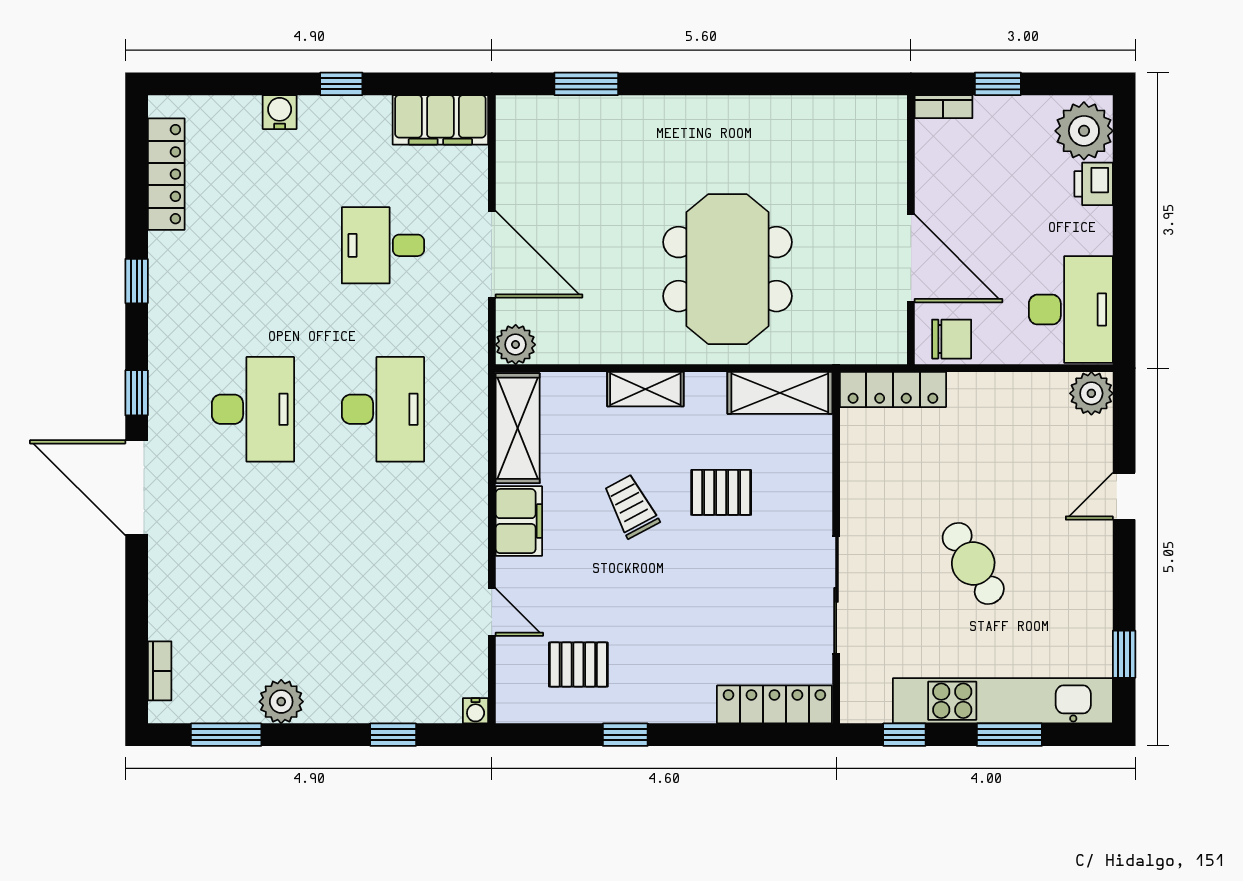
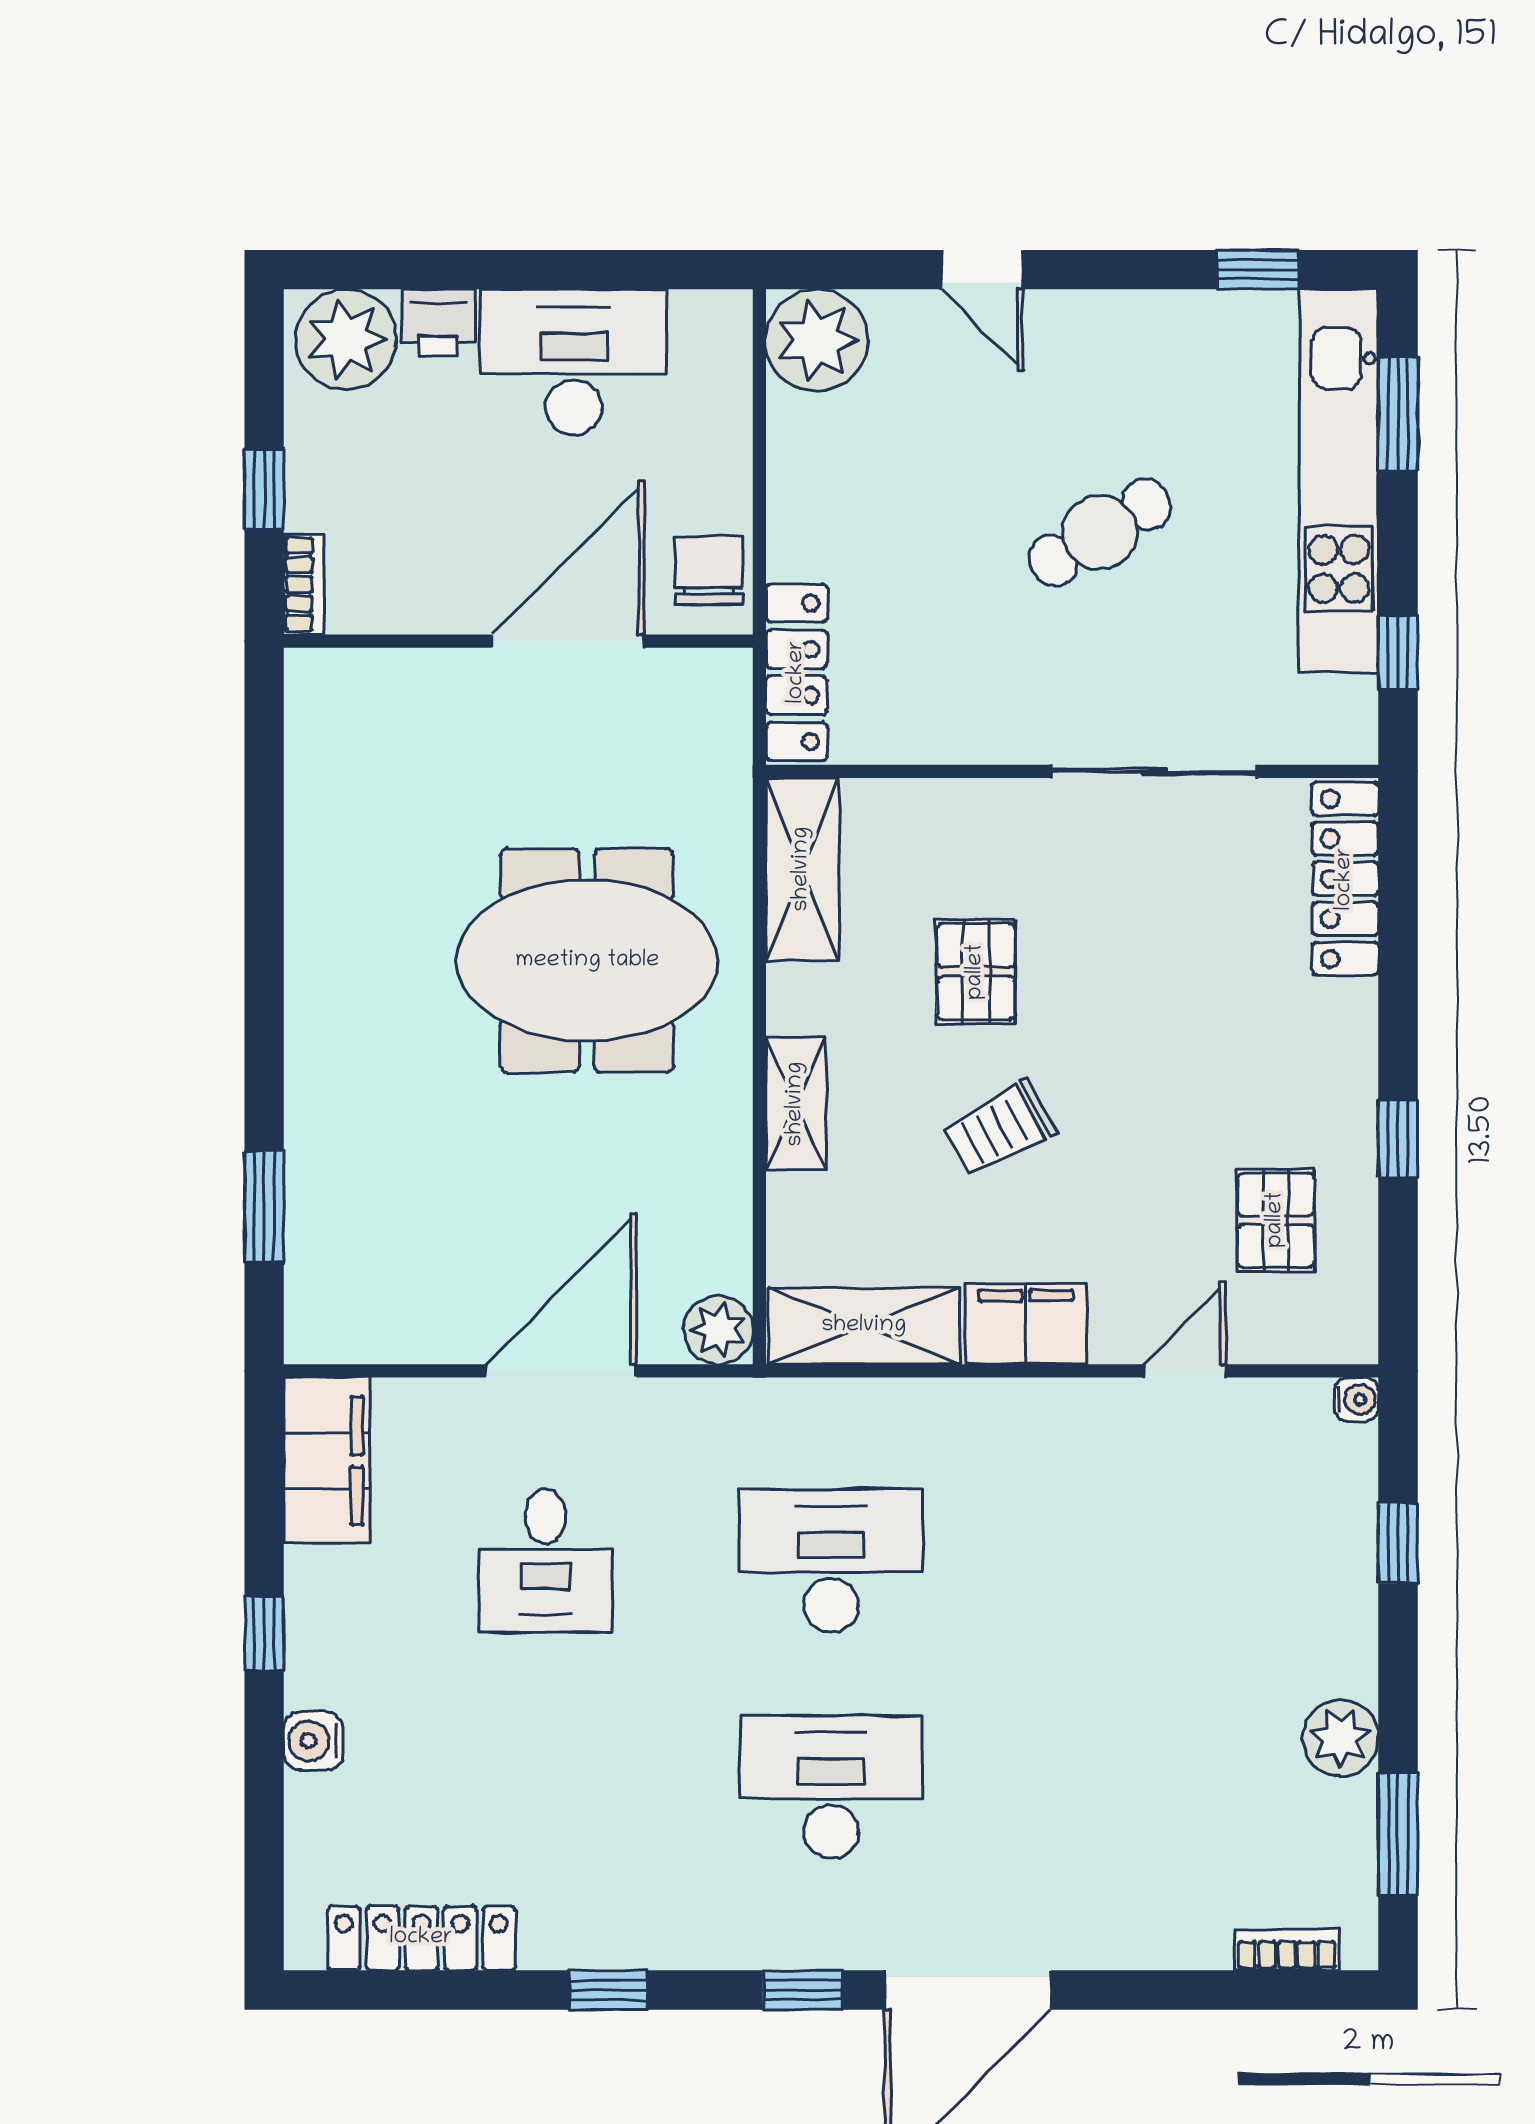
desk: (1071, 310) -> (574, 362), moved
plant: (1091, 393) -> (817, 340), width x1.36, depth x1.36
window: (1009, 735) -> (1398, 414), moved

